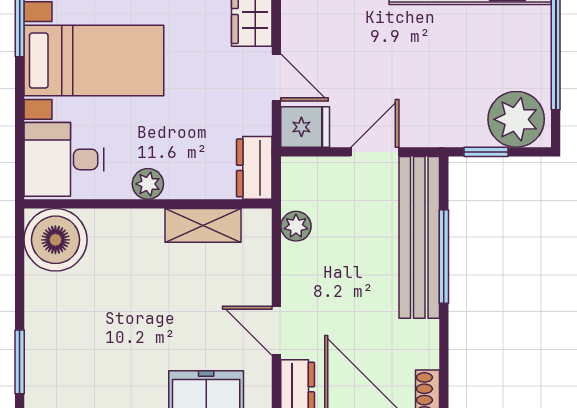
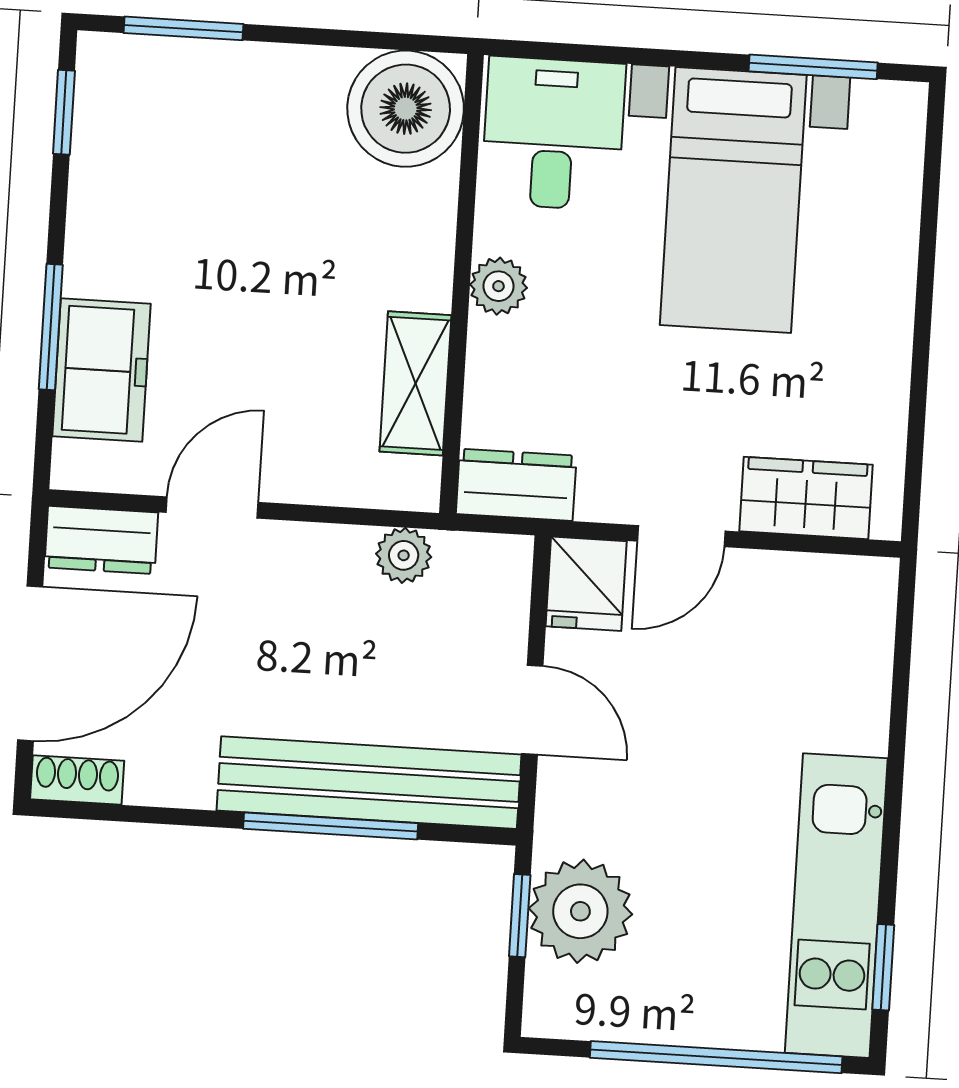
plant: (516, 119) -> (580, 911), moved

